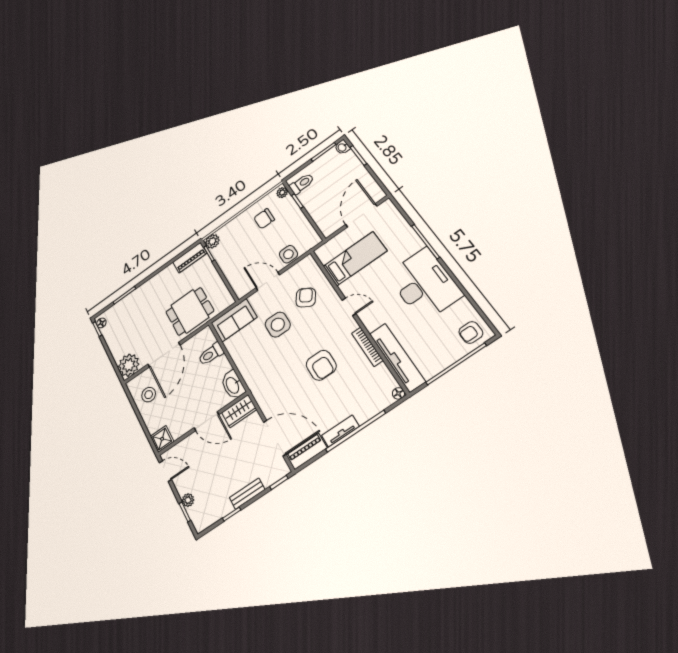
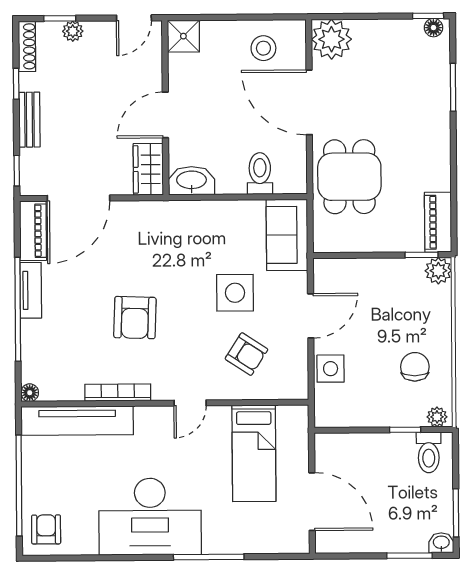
armchair: (321, 365) -> (135, 318), turned -88
shoe rack: (209, 521) -> (27, 46), added

